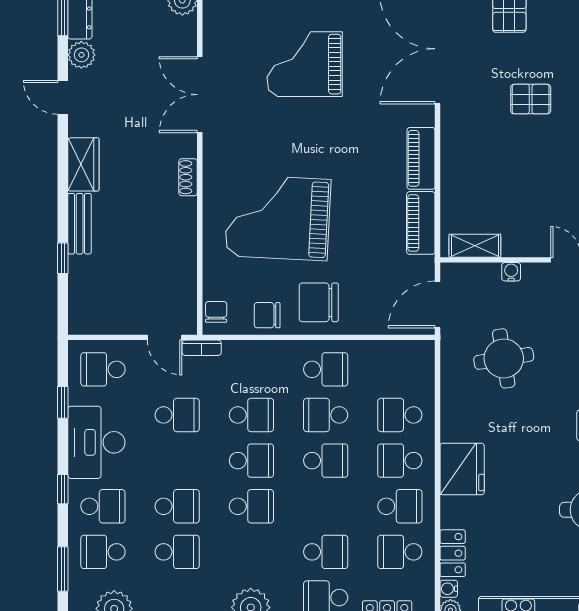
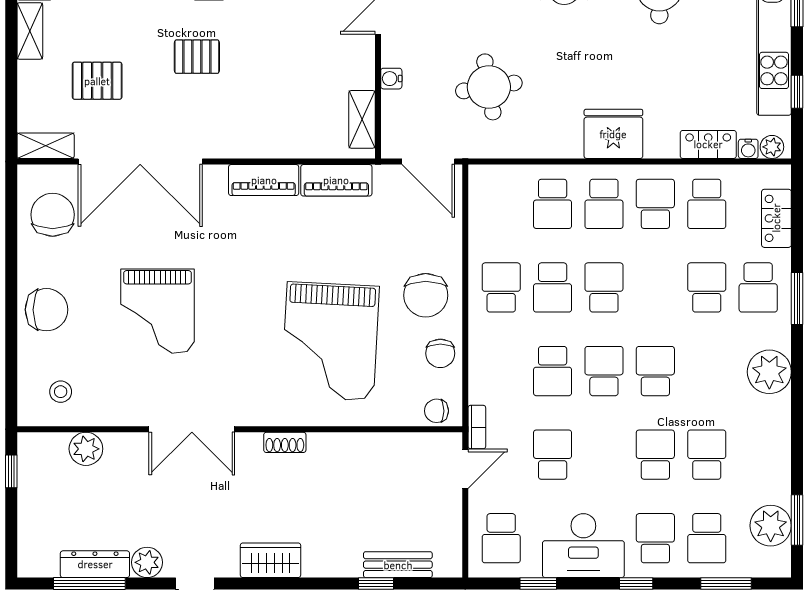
pallet: (531, 99) -> (197, 57), turned 90
bench: (80, 224) -> (398, 565), moved
school desk: (251, 415) -> (553, 371), turned 180

